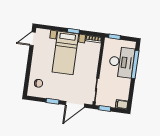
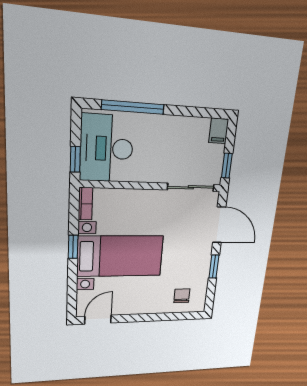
door: (33, 39) -> (98, 320), swing flipped
desk: (122, 62) -> (107, 149), moved, turned -90

